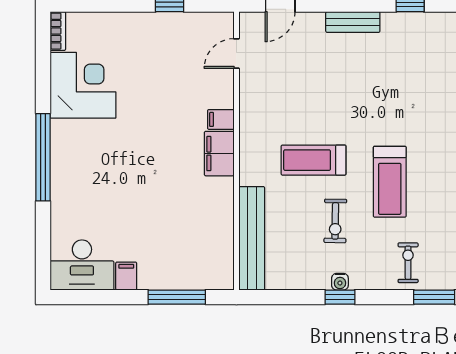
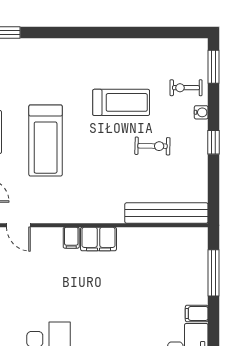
treadmill: (314, 160) -> (46, 140), moved, width x1.37, depth x1.38
water cooler: (340, 282) -> (201, 112), moved

